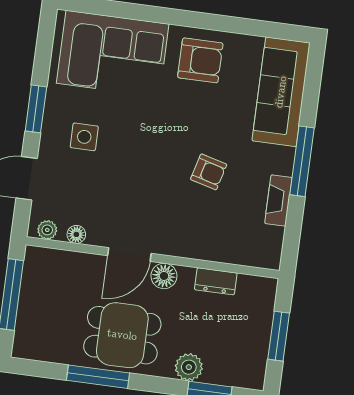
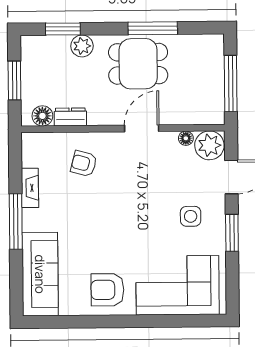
armchair: (209, 172) -> (84, 164), moved
plant: (47, 230) -> (209, 145), width x1.87, depth x1.87
floor lamp: (164, 276) -> (42, 116), moved

